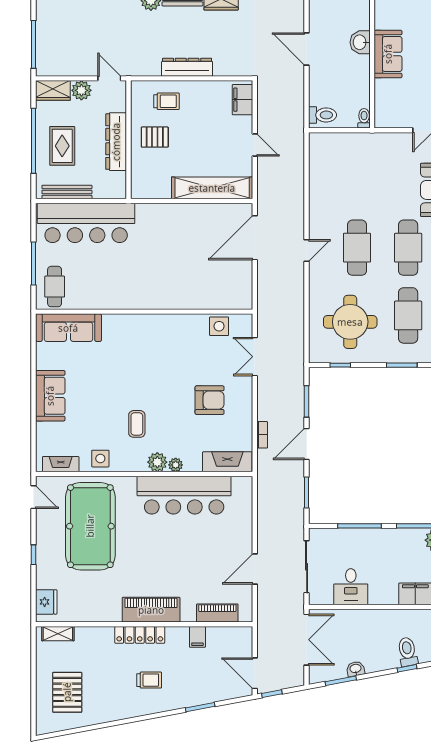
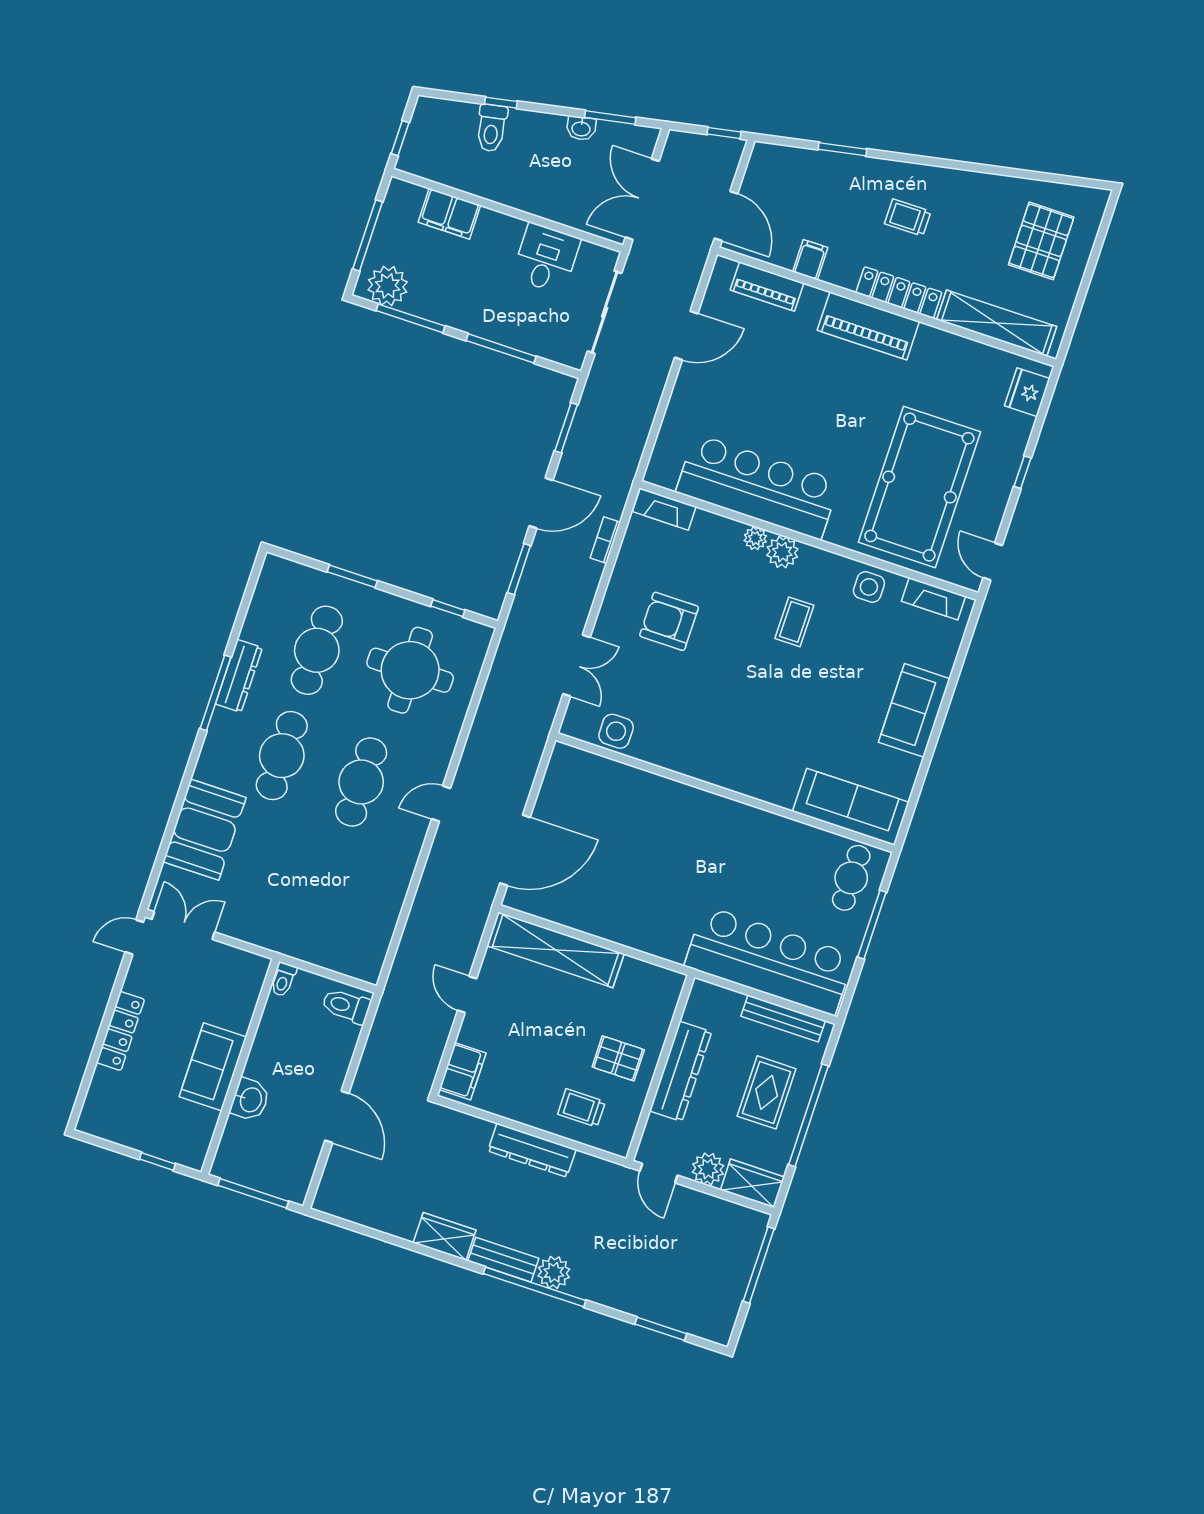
fireplace: (227, 462) -> (664, 509), width x0.73, depth x0.76
shelving: (58, 634) -> (997, 323), width x2.20, depth x1.33
door: (255, 673) -> (726, 216), moved

